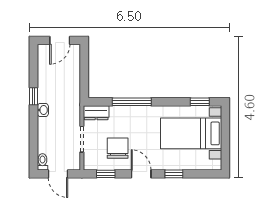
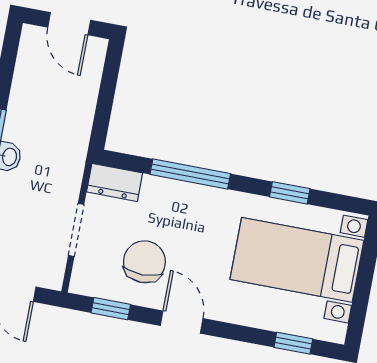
door: (60, 40) -> (69, 24), hinge flipped
window: (200, 102) -> (290, 193), moved
window: (174, 174) -> (293, 343), moved

